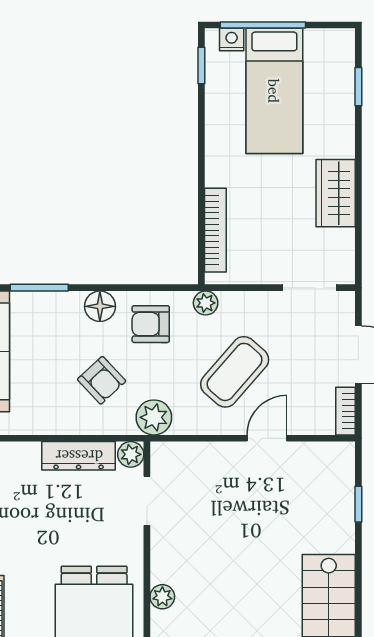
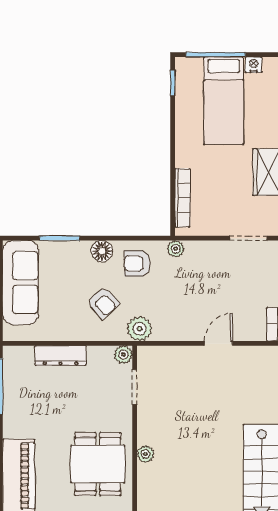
nightstand: (232, 40) -> (254, 65), moved
coffee table: (235, 372) -> (196, 297), removed
dresser: (79, 456) -> (61, 356), moved

